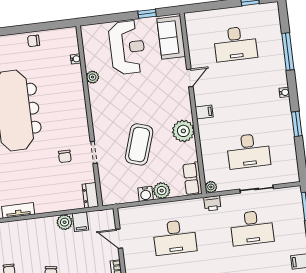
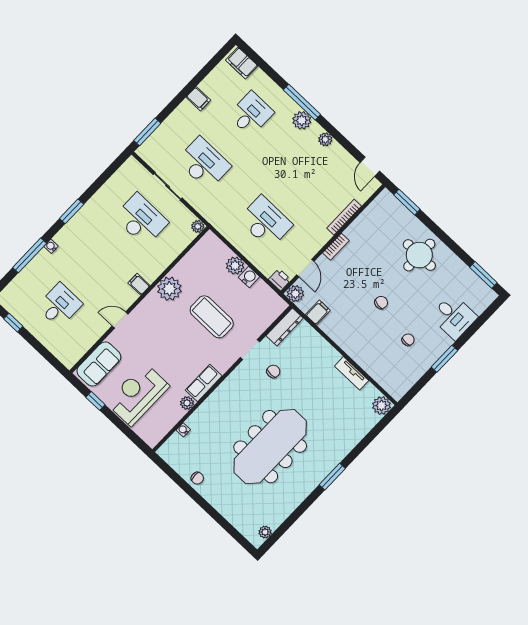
desk: (235, 44) -> (60, 305), width x0.73
water cooler: (284, 92) -> (51, 246), moved
window: (297, 124) -> (72, 211), moved
coffee table: (139, 144) -> (212, 317), turned 72
row of seats: (193, 179) -> (204, 383), moved, turned 180
dresser: (90, 195) -> (285, 327), width x1.44
printer: (212, 203) -> (280, 280), moved
plant: (65, 222) -> (295, 294), moved

